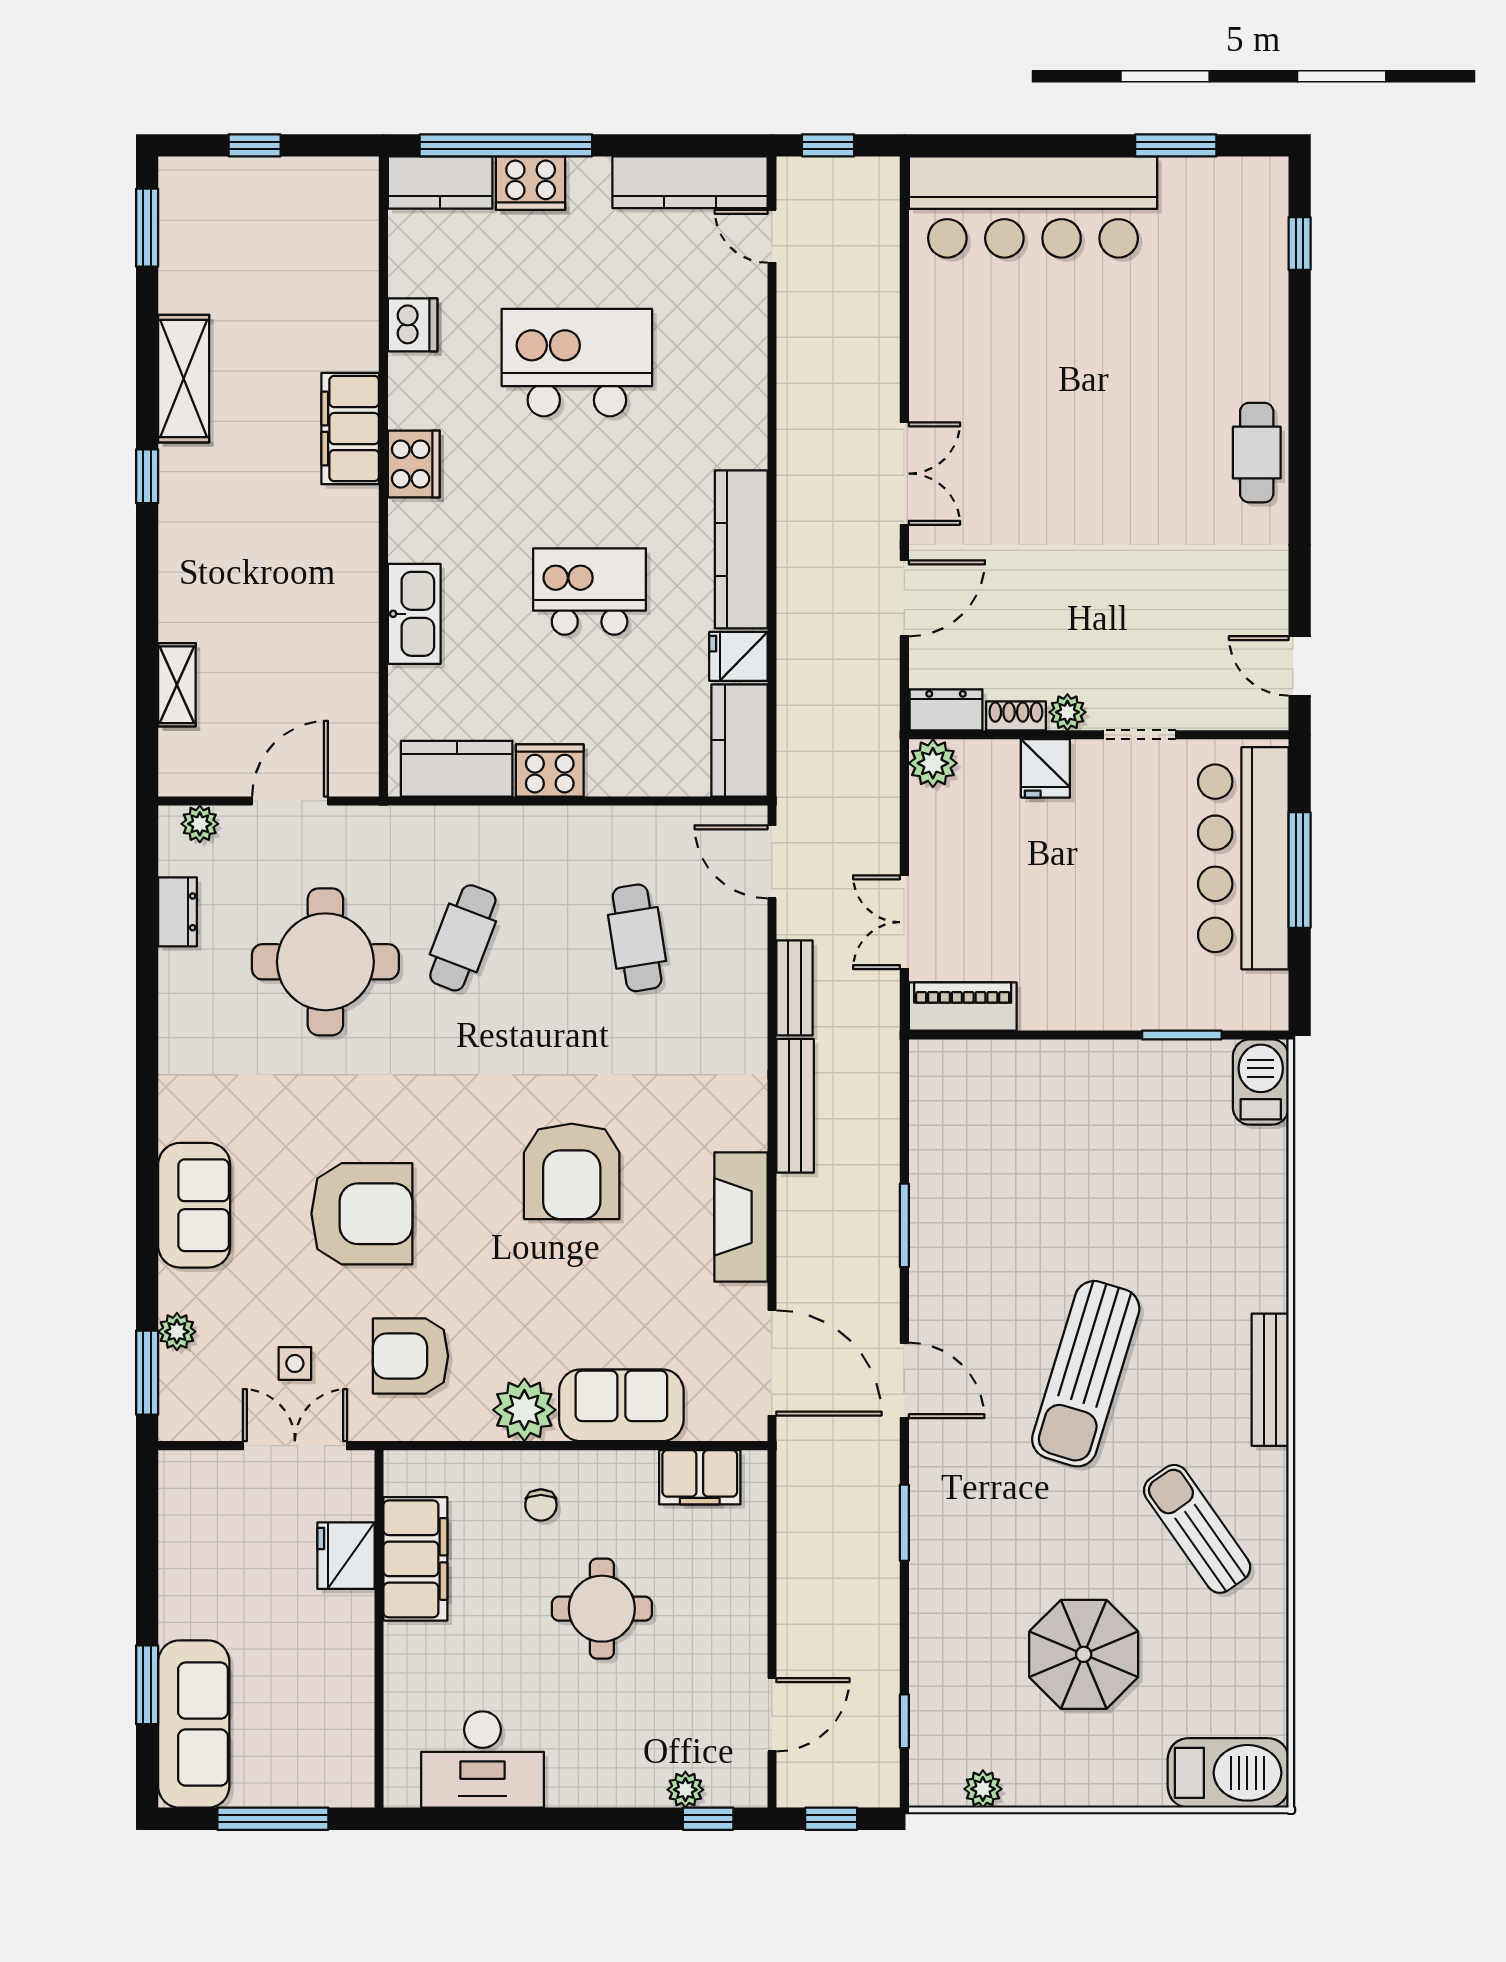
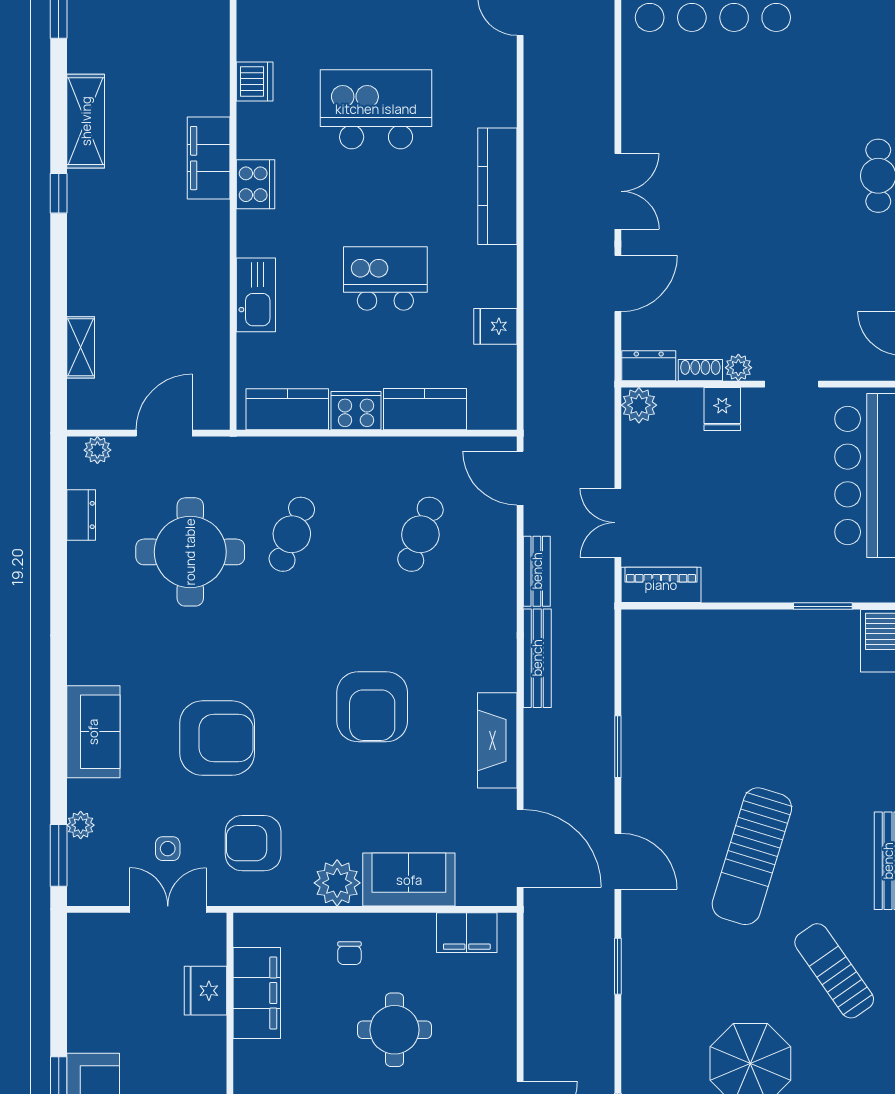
kitchen counter: (741, 549) -> (497, 186), moved
kitchen counter: (739, 740) -> (425, 409), moved, turned 90
cafe table: (637, 938) -> (420, 534), turned 30

